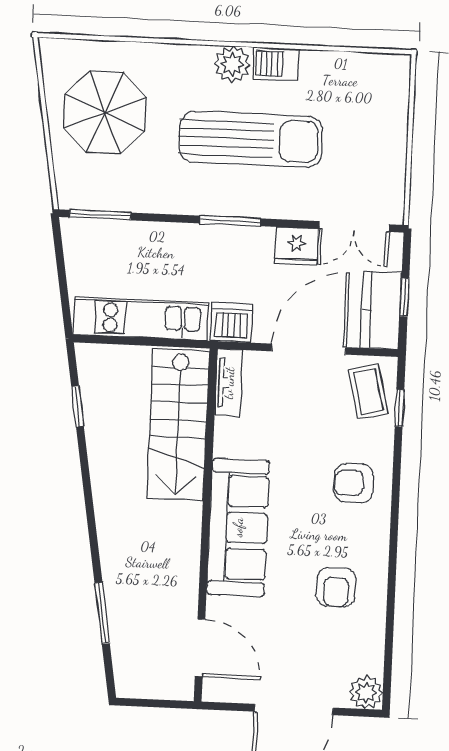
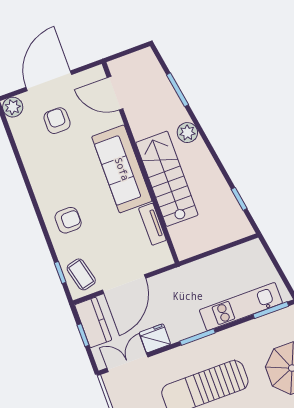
kitchen unit: (141, 319) -> (241, 307), moved, turned 180
dishwasher: (231, 323) -> (173, 281), removed
tv unit: (229, 383) -> (152, 224), moved
stairs: (178, 425) -> (167, 179), moved
plant: (114, 541) -> (187, 133), added
armchair: (336, 587) -> (57, 121), moved

